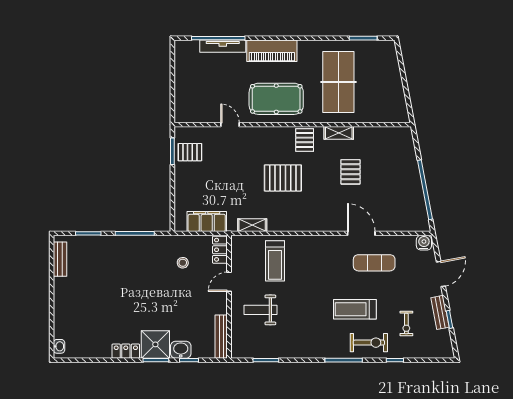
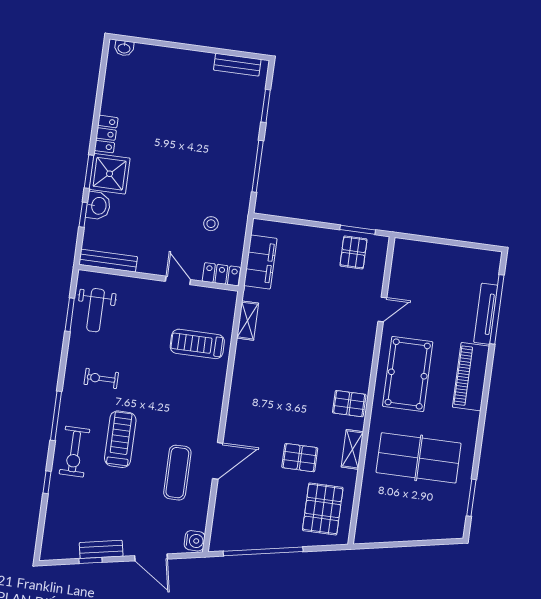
pallet: (283, 178) -> (323, 509), moved
weight bench: (261, 310) -> (96, 310), moved, turned 180
exercise bike: (406, 324) -> (101, 378), moved

